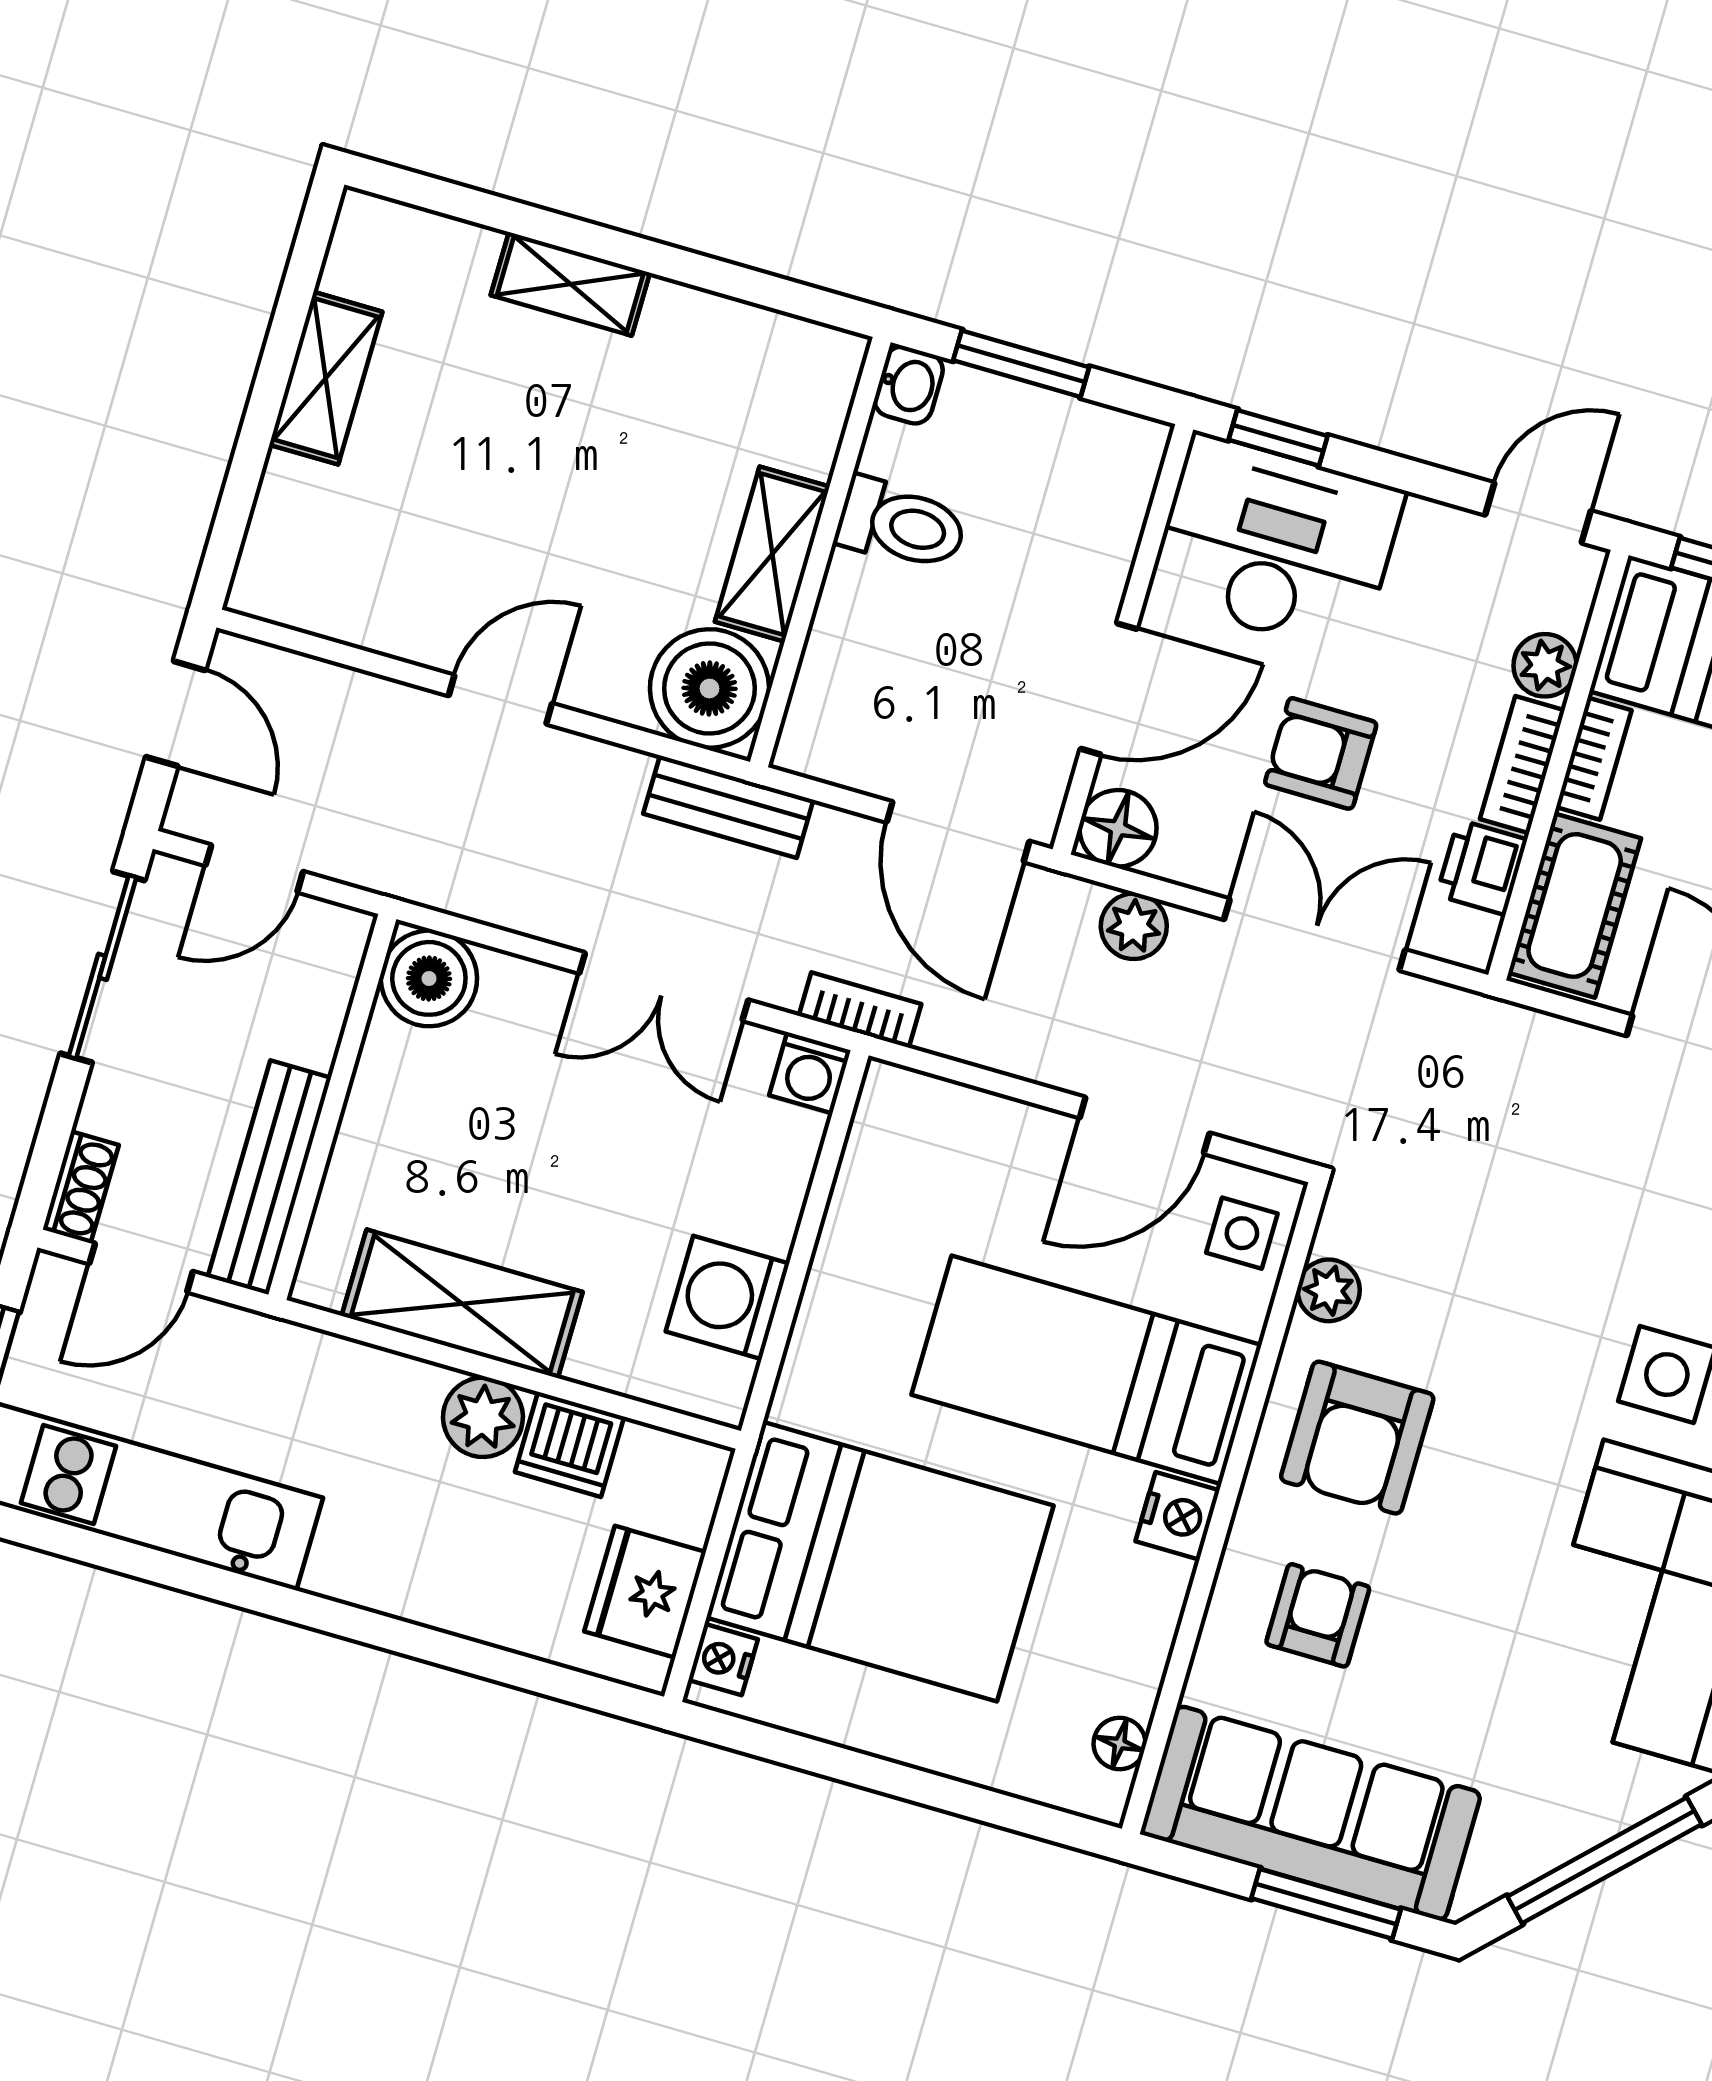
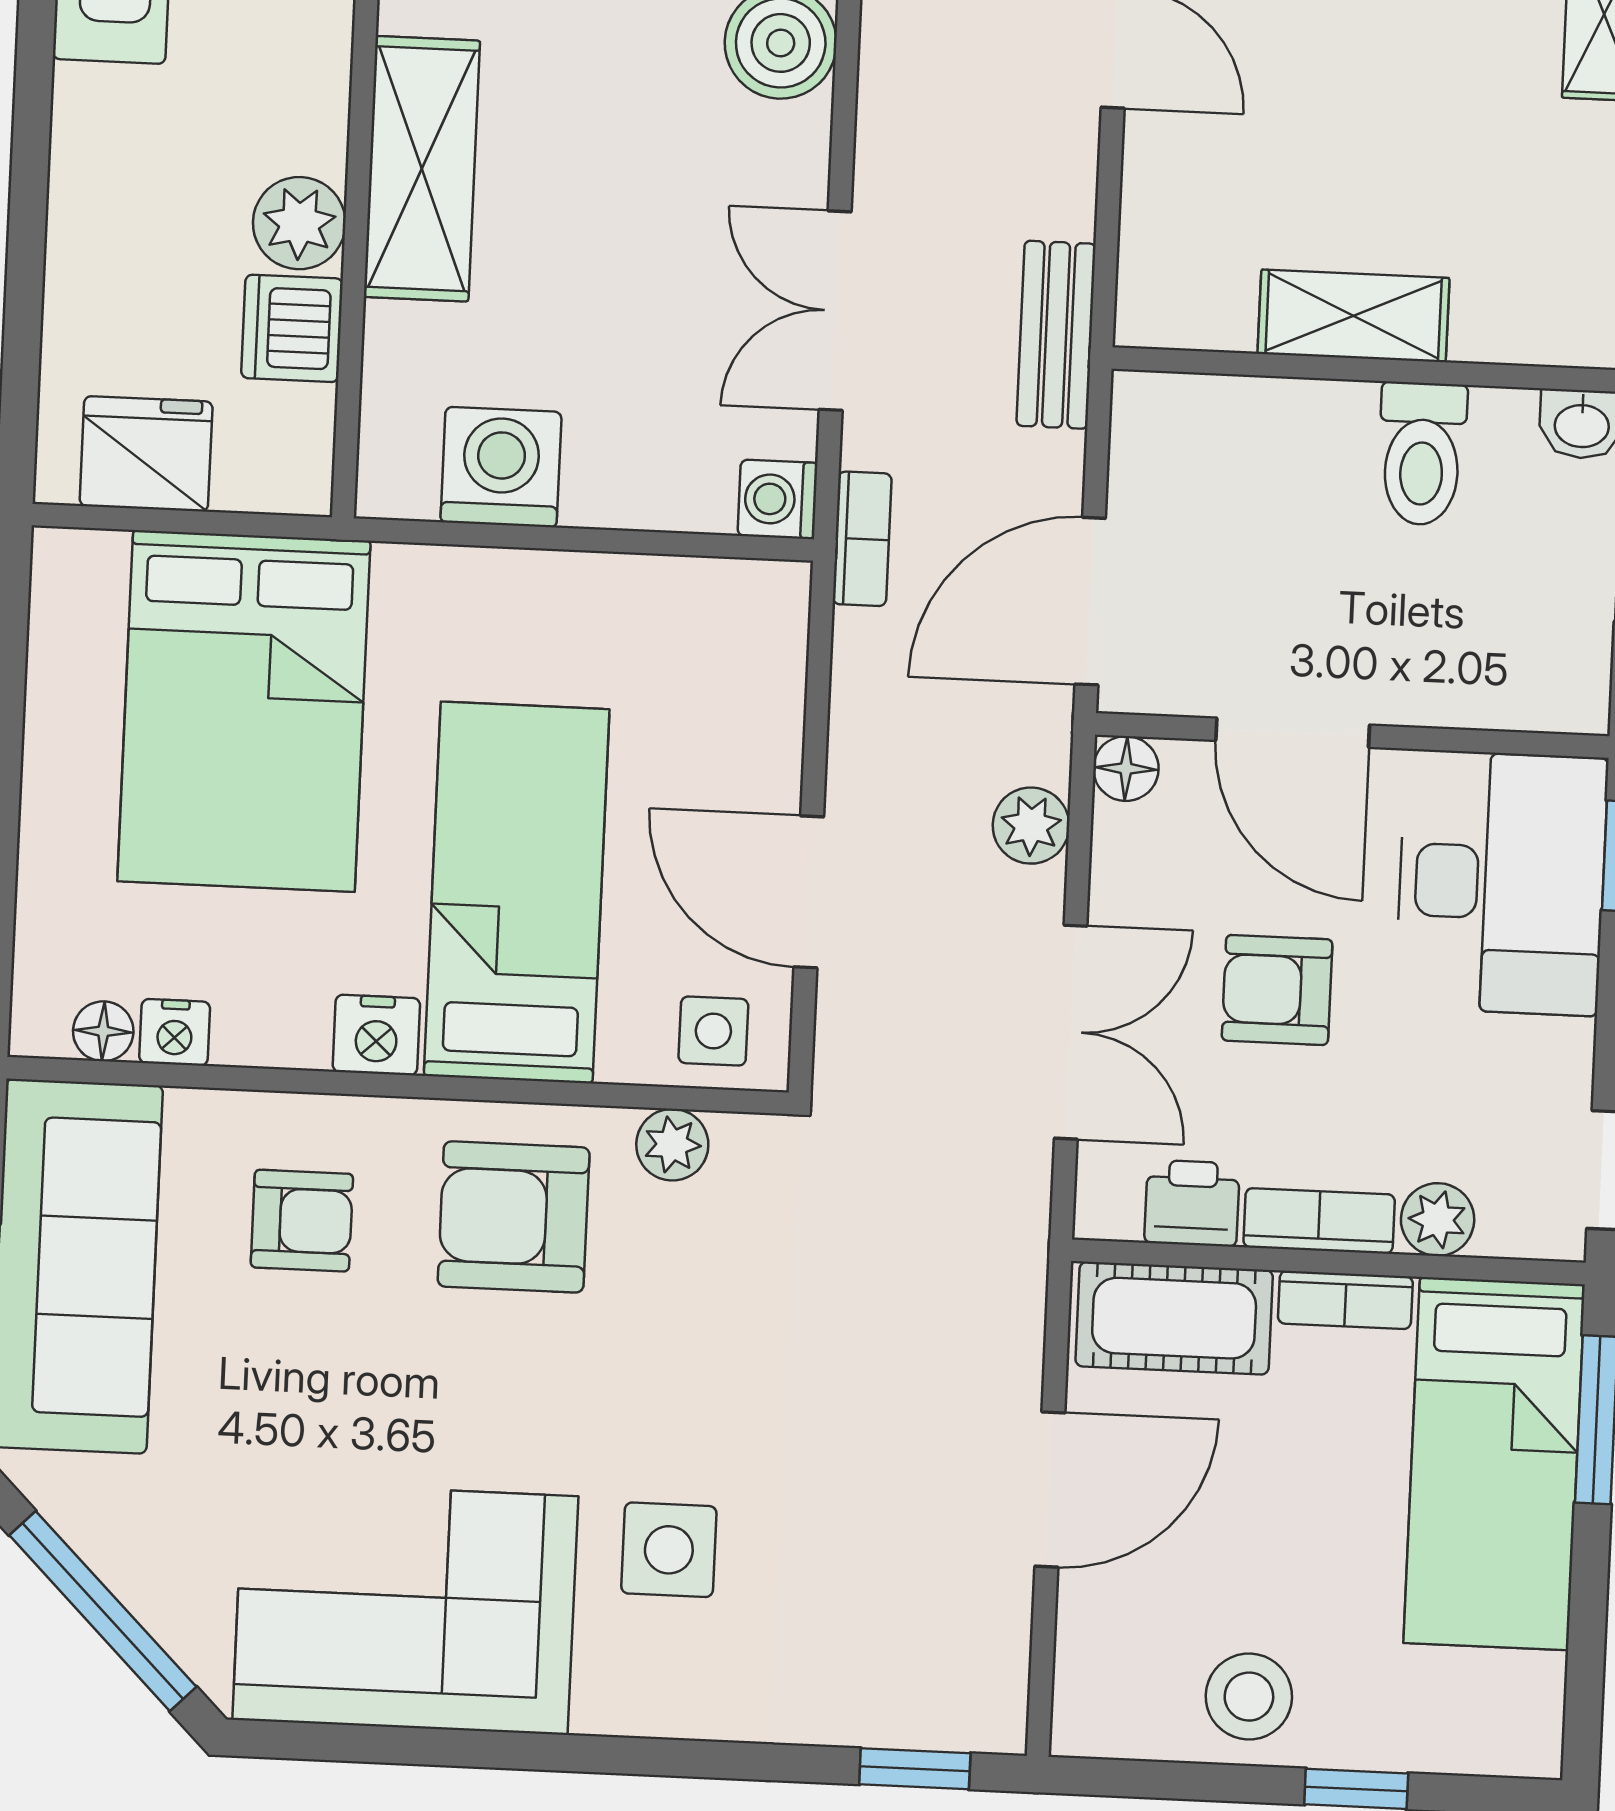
boiler: (709, 688) -> (1185, 281), removed
armchair: (1321, 753) -> (1277, 990), turned -90
floor lamp: (1118, 828) -> (1126, 769), width x0.73, depth x0.73
nightstand: (723, 1660) -> (175, 1032), moved, turned 180

